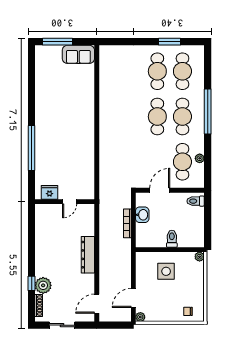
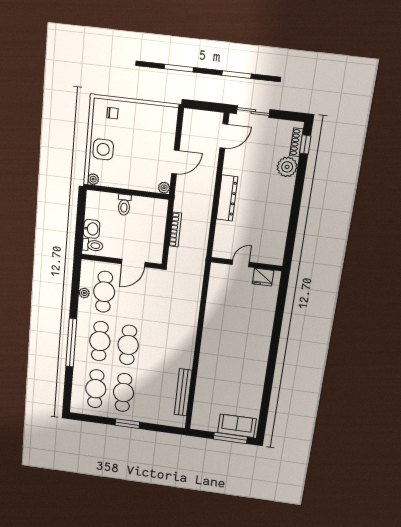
window: (169, 42) -> (127, 424), moved
sofa: (78, 54) -> (237, 426), moved
bench: (105, 79) -> (183, 392), added
window: (32, 148) -> (277, 330), removed
washbasin: (142, 215) -> (92, 229), moved, turned 180
side table: (166, 271) -> (103, 149), moved
window: (32, 283) -> (305, 144), moved
door: (133, 298) -> (175, 162), moved
plant: (140, 317) -> (164, 188), moved
sliding door: (62, 325) -> (253, 112), moved

